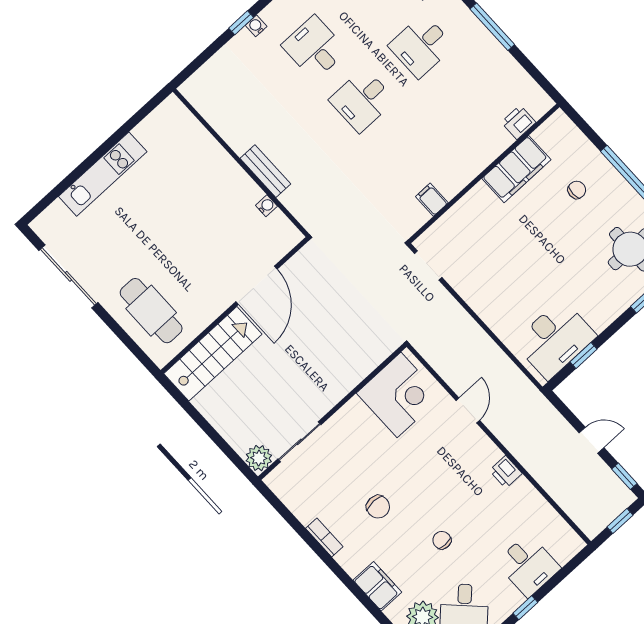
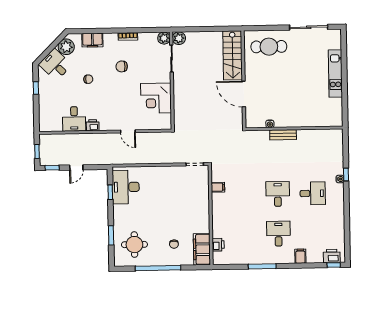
filing cabinet: (516, 169) -> (202, 249), moved
corner desk: (399, 395) -> (156, 98), moved
plant: (279, 481) -> (164, 38), added
desk: (528, 565) -> (74, 119), moved, turned -90

